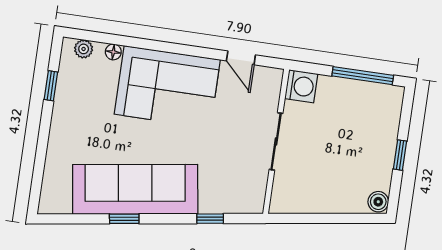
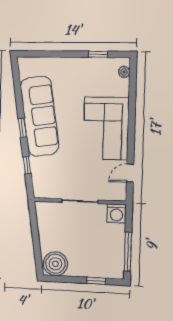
floor lamp: (113, 52) -> (124, 91), removed
window: (400, 155) -> (96, 281), moved
boiler: (378, 202) -> (55, 264), width x1.86, depth x1.86
window: (124, 219) -> (22, 128), moved

